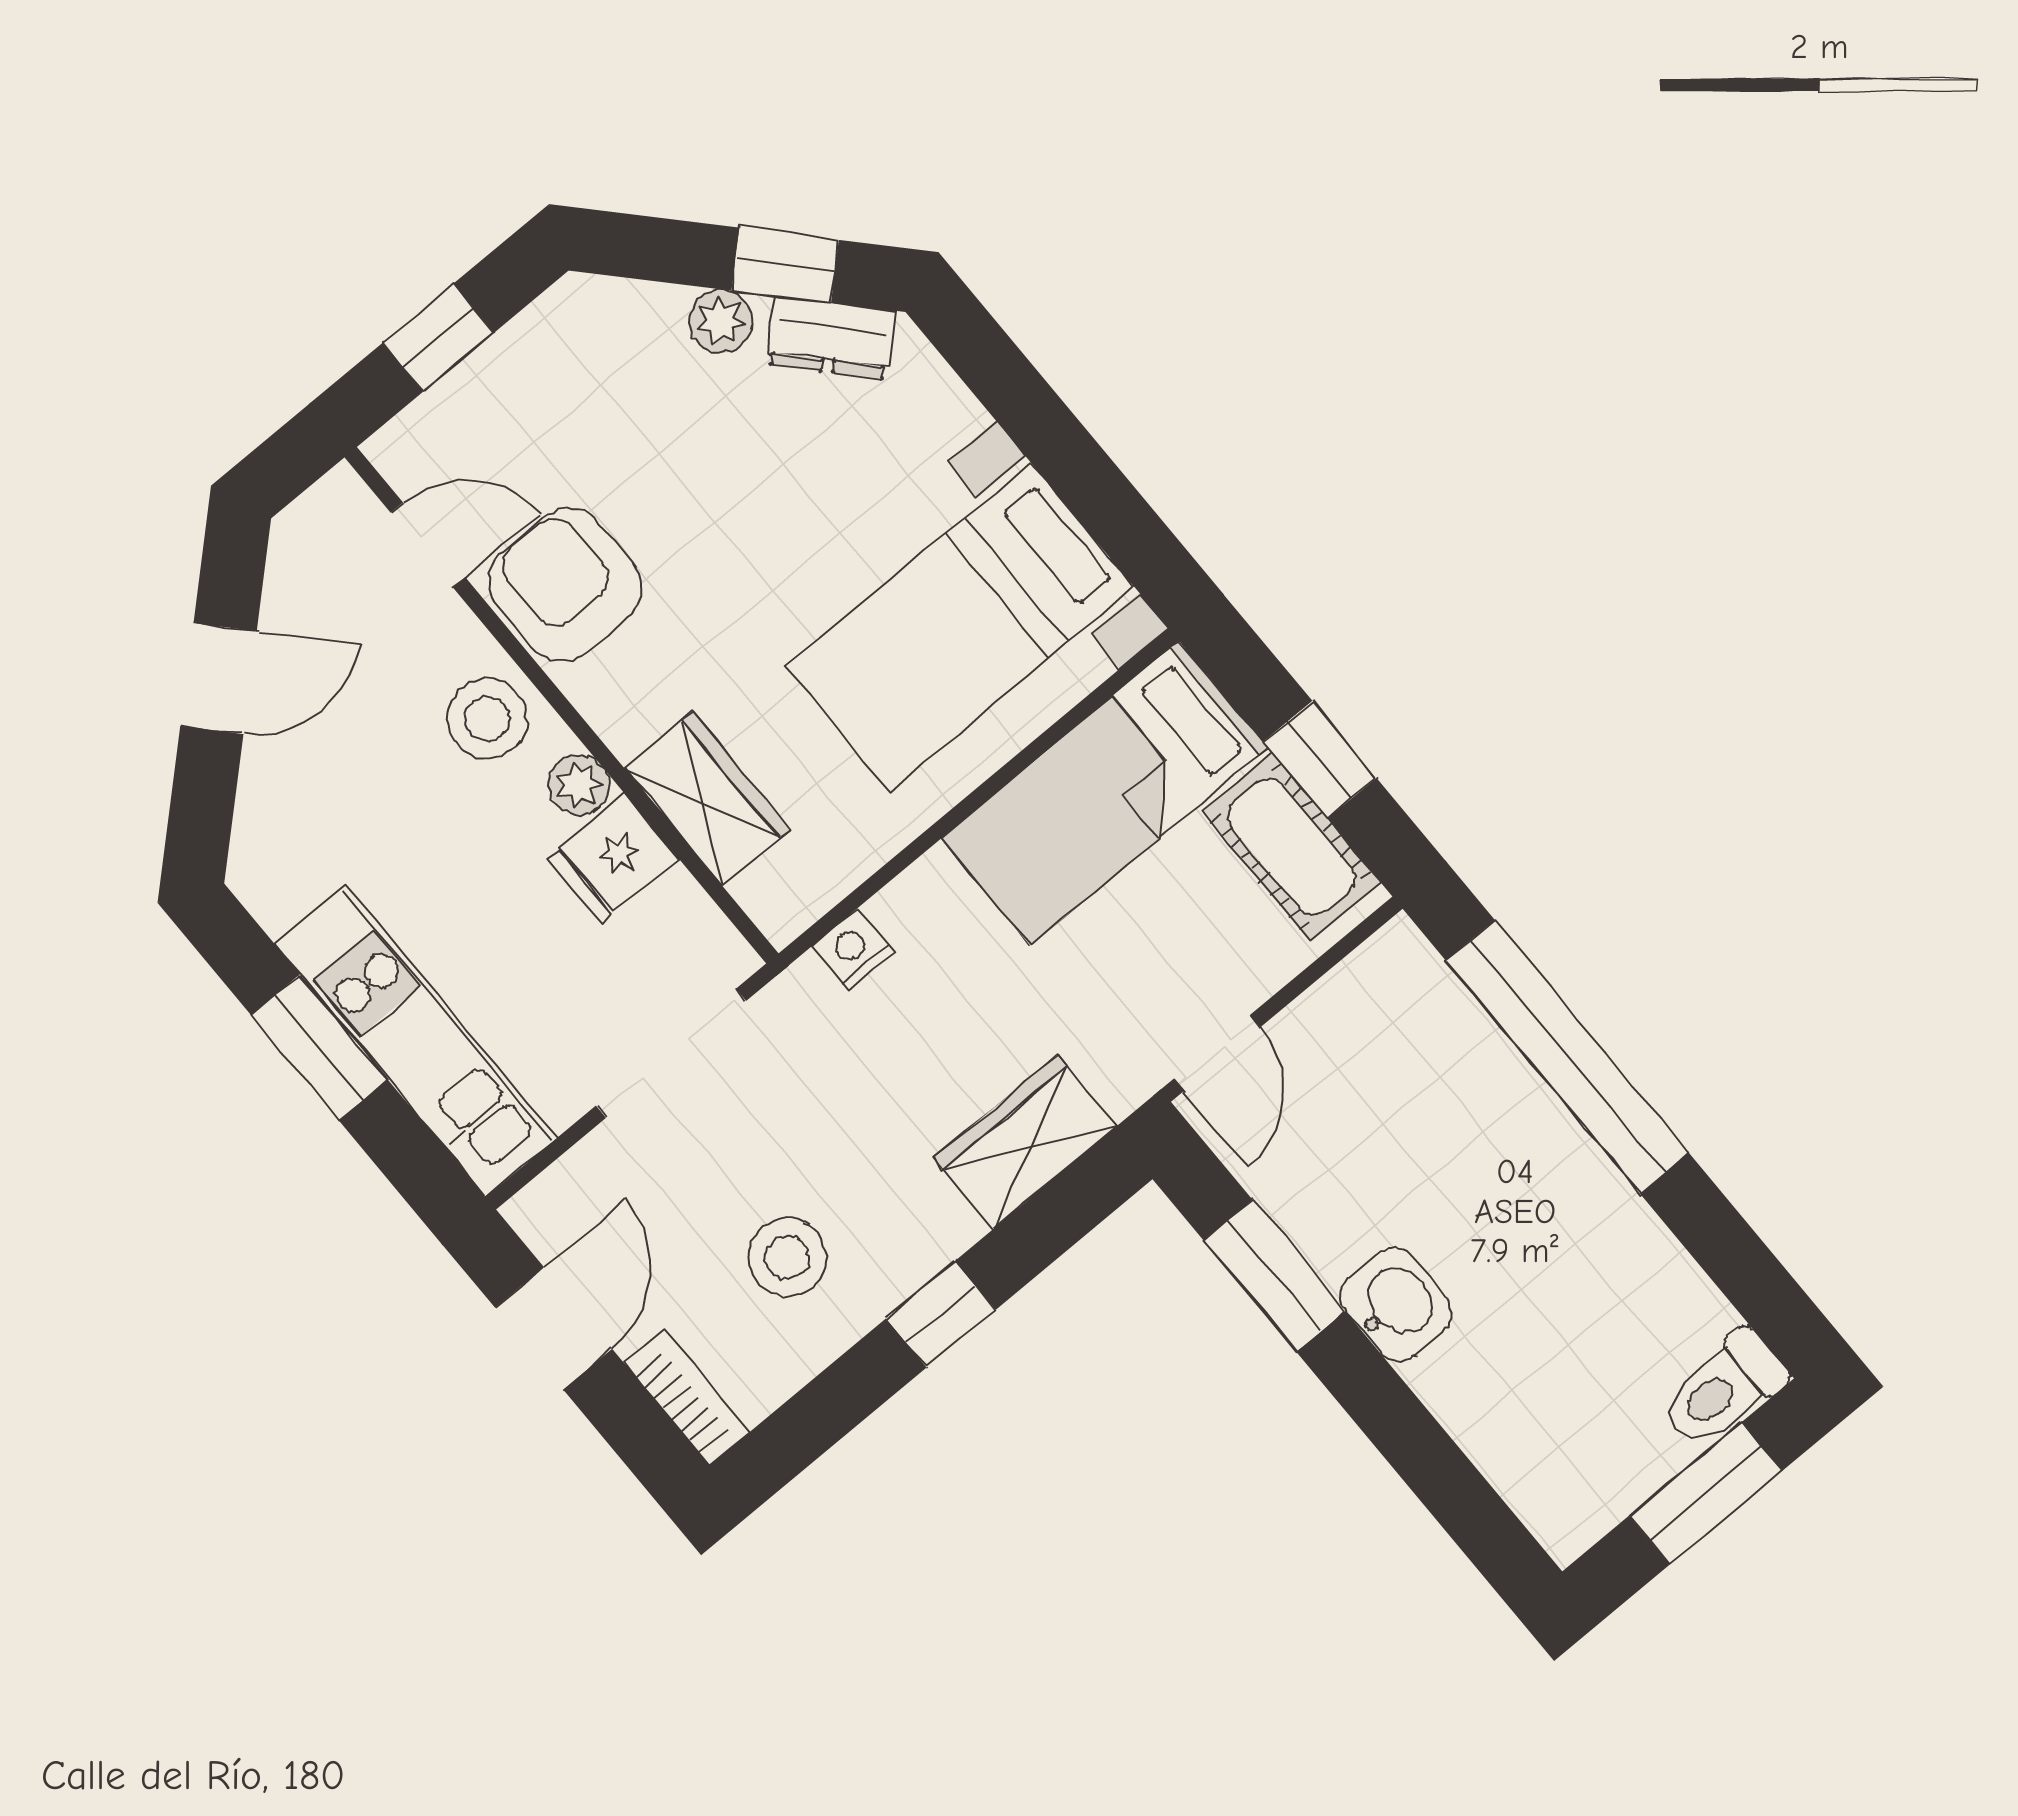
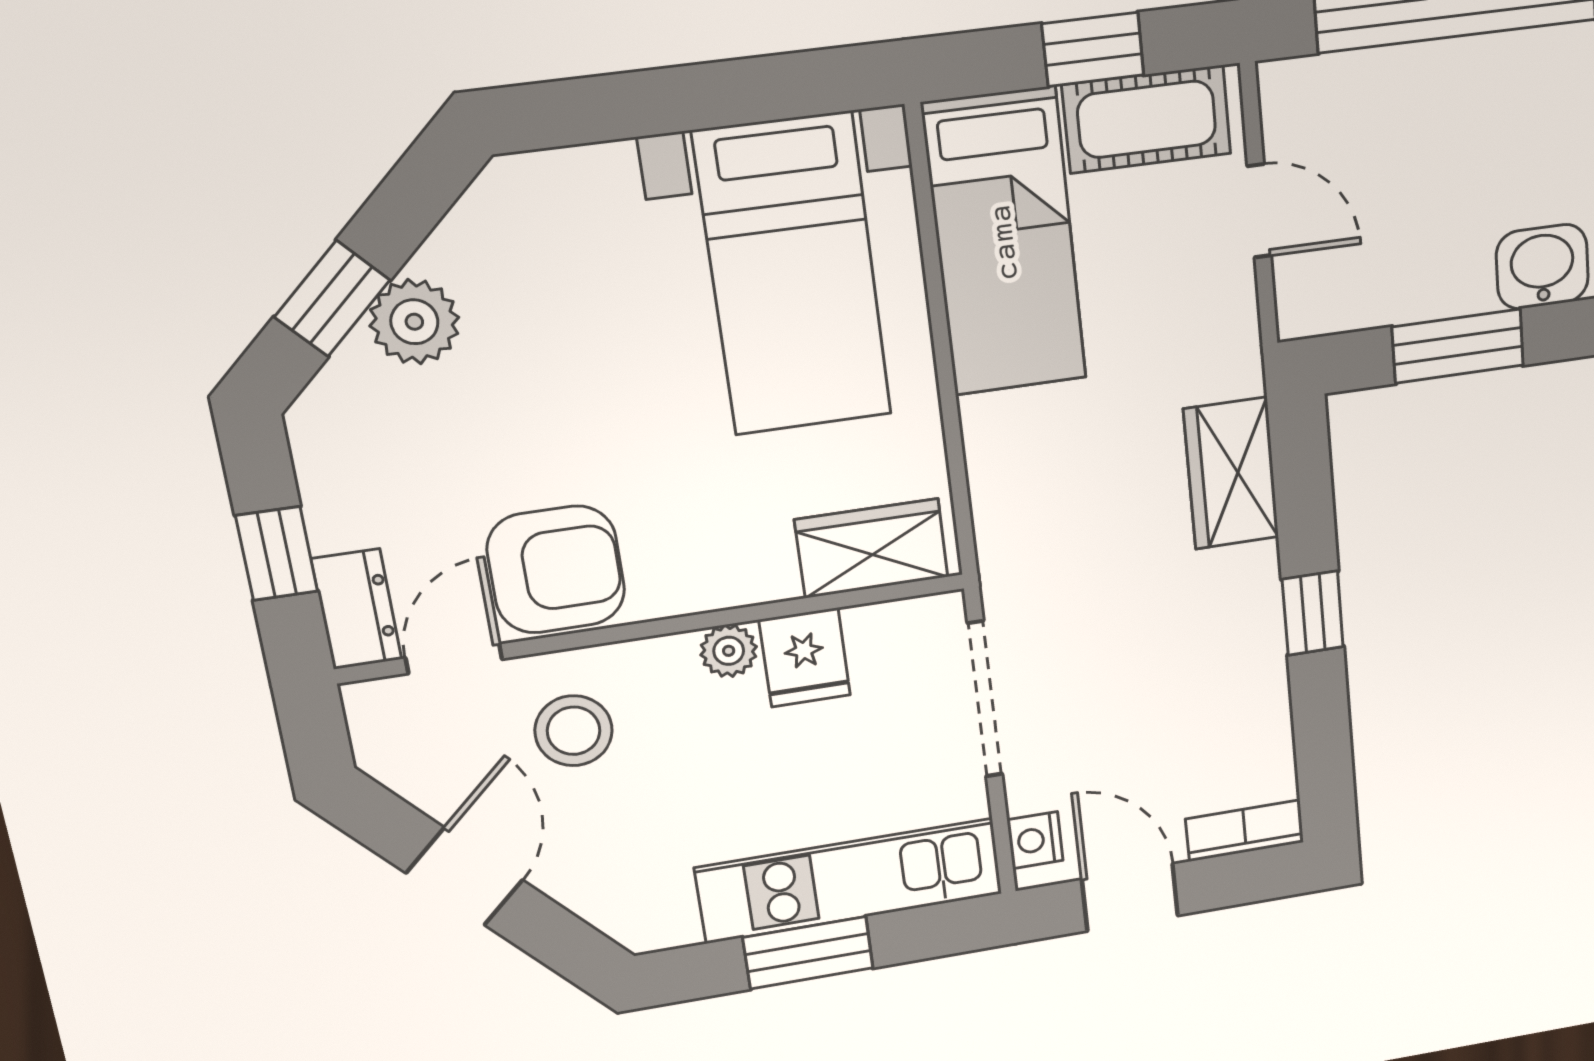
window: (785, 265) -> (332, 299), moved
plant: (721, 321) -> (414, 322), width x1.38, depth x1.38
dresser: (831, 338) -> (357, 609), moved, turned -47
armchair: (565, 585) -> (556, 570), turned 180
stool: (487, 719) -> (574, 731), moved
wardrobe: (707, 799) -> (872, 548), moved
nightstand: (853, 949) -> (1035, 840), moved
door: (1217, 1053) -> (1259, 211), moved
stool: (787, 1257) -> (1194, 701), removed

